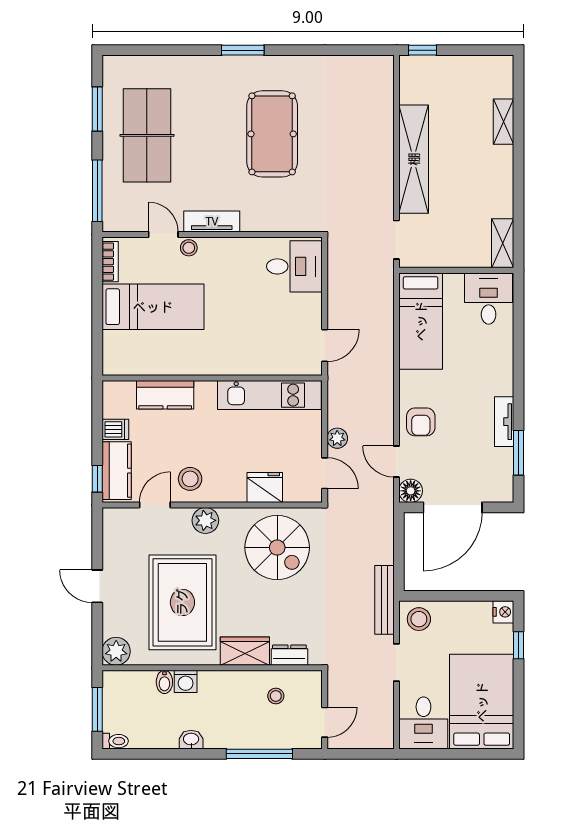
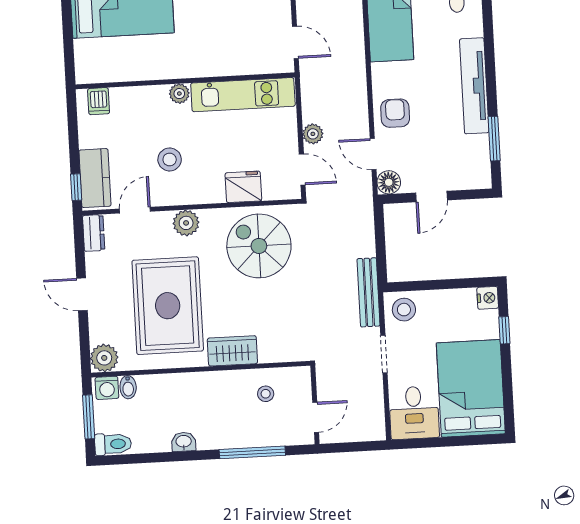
door: (325, 345) -> (295, 42), hinge flipped
plant: (206, 391) -> (179, 94), added
kitchen counter: (165, 395) -> (139, 100), removed
armchair: (421, 422) -> (395, 113), turned 180
tv unit: (504, 422) -> (474, 86), width x1.92, depth x1.29
dishwasher: (115, 429) -> (99, 101), moved, turned 90
stool: (190, 479) -> (170, 160), moved
door: (453, 507) -> (431, 197), width x0.53
spiral stairs: (277, 548) -> (259, 246), turned 180
dresser: (289, 655) -> (94, 233), moved, turned 90
washing machine: (186, 681) -> (107, 388), moved
bidet: (164, 682) -> (128, 387), moved
toilet: (115, 741) -> (113, 444), width x1.37, depth x1.39

